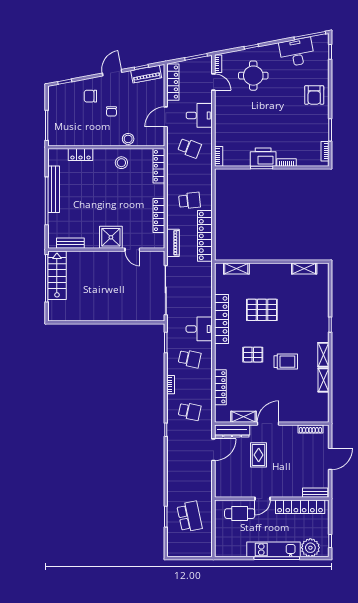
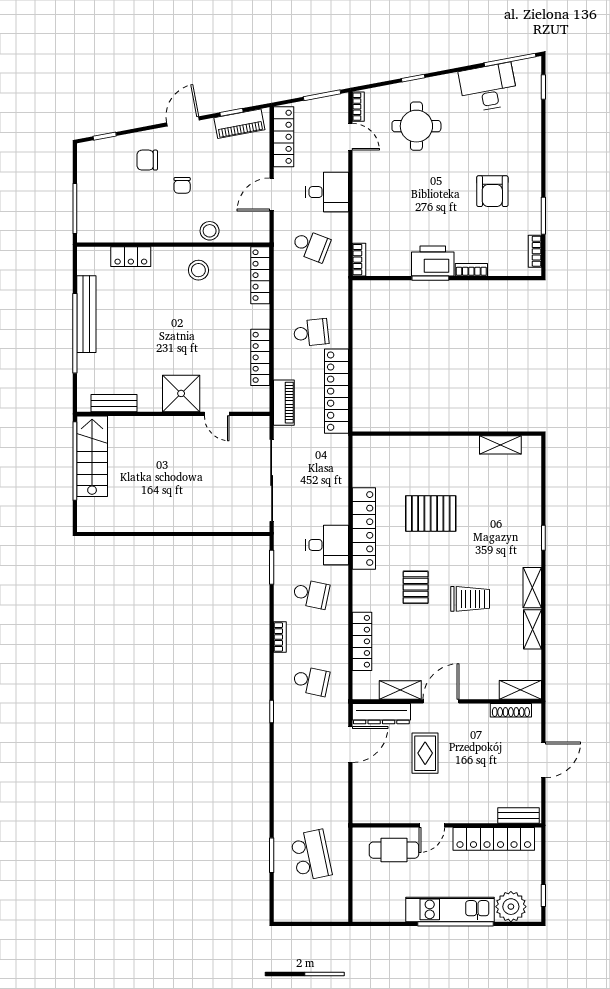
armchair: (314, 95) -> (492, 191), moved
shelving: (236, 268) -> (520, 690), moved
pallet: (253, 355) -> (416, 587), turned 90

